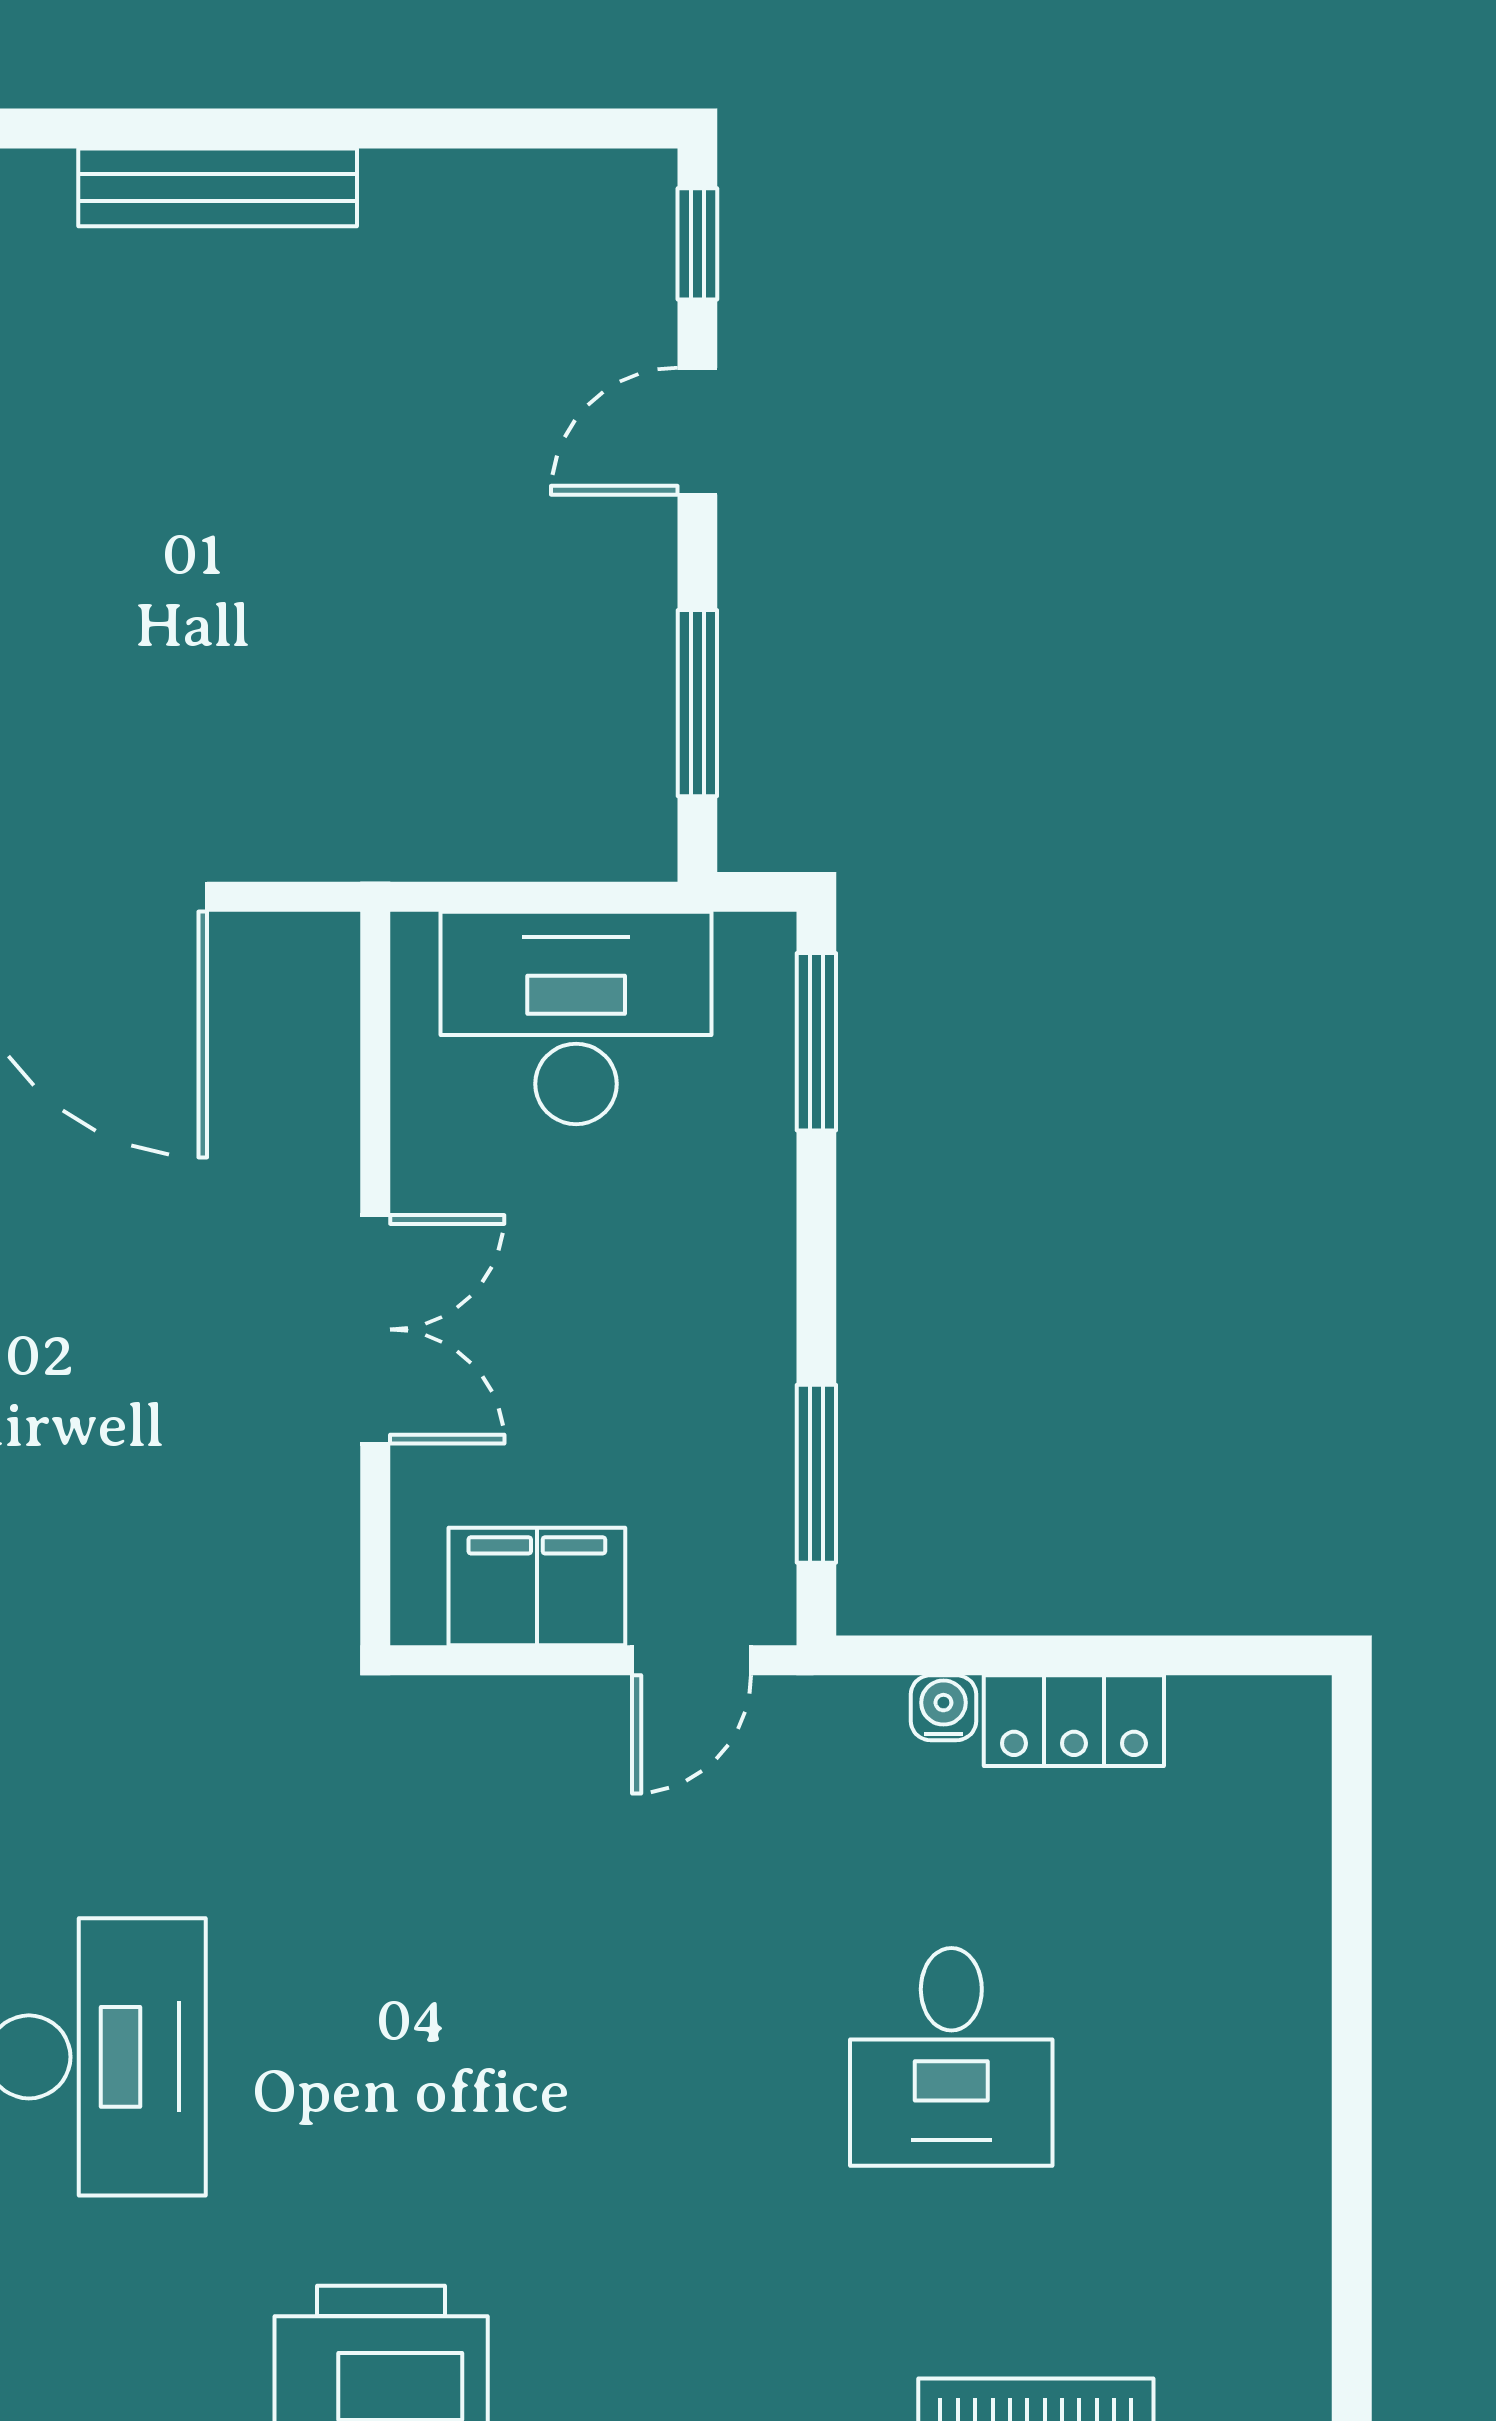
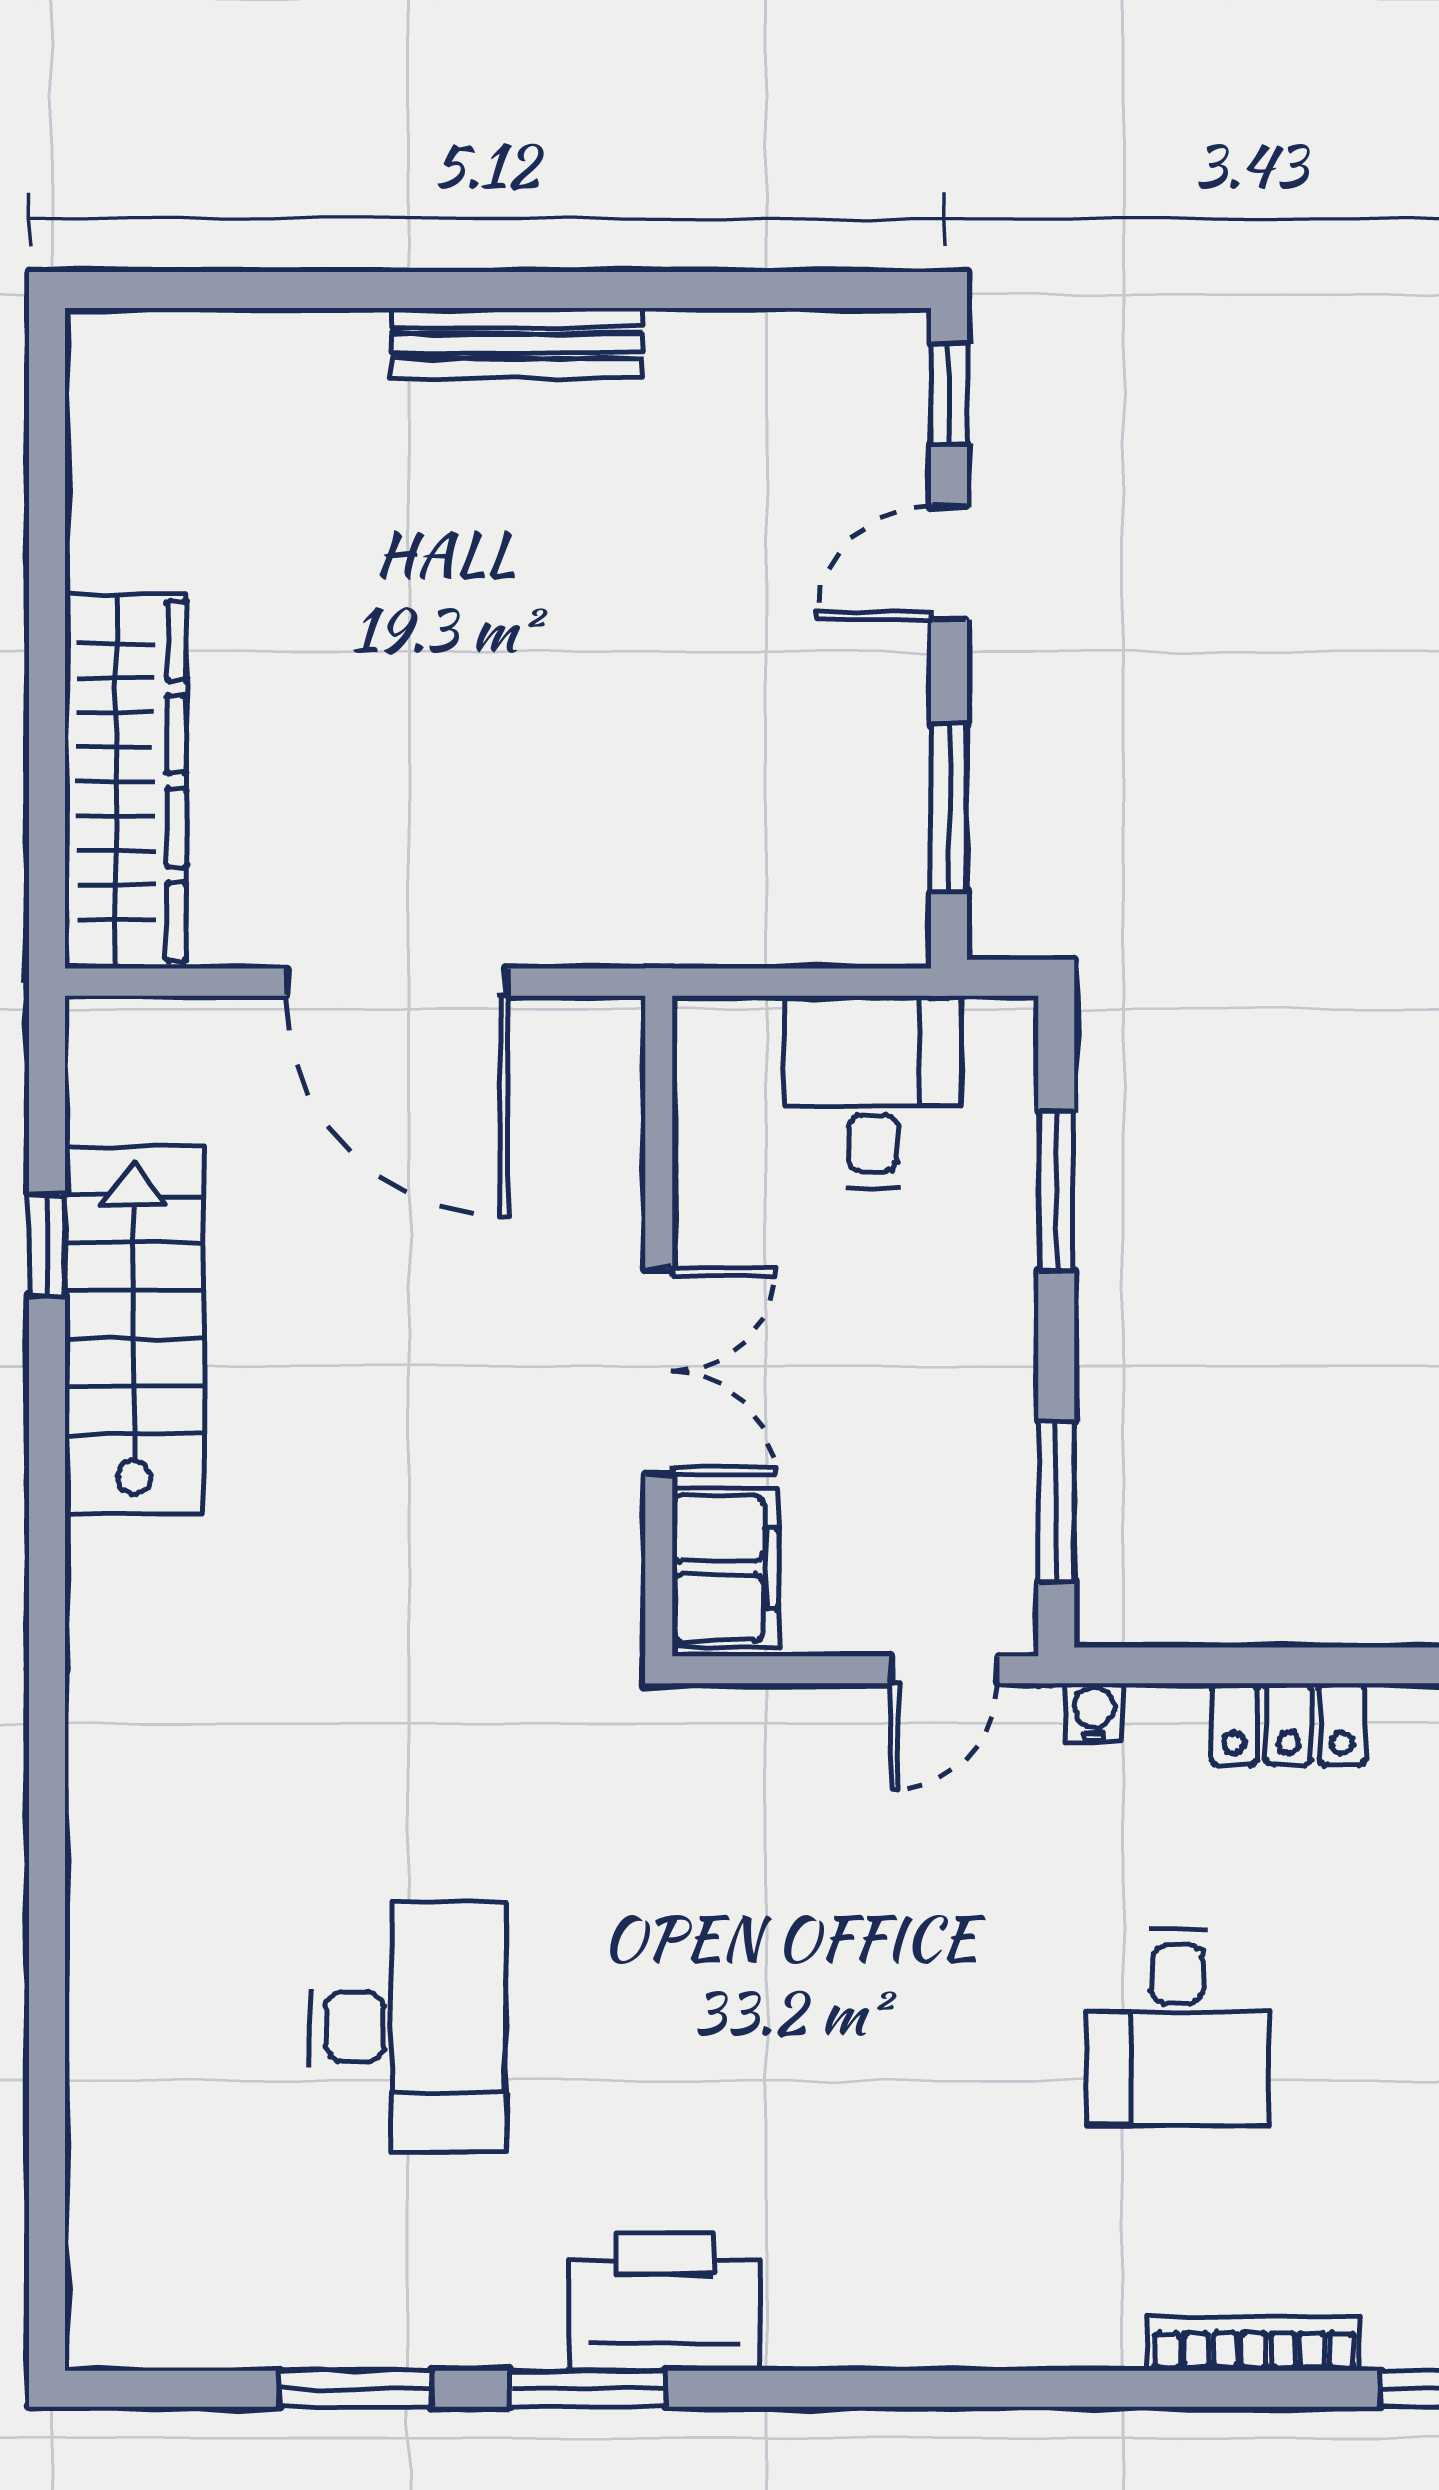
desk: (576, 1018) -> (873, 1091), width x0.73
window: (816, 1042) -> (1056, 1191), moved
filing cabinet: (537, 1587) -> (725, 1568), moved, turned 90
water cooler: (943, 1708) -> (1094, 1713), moved

